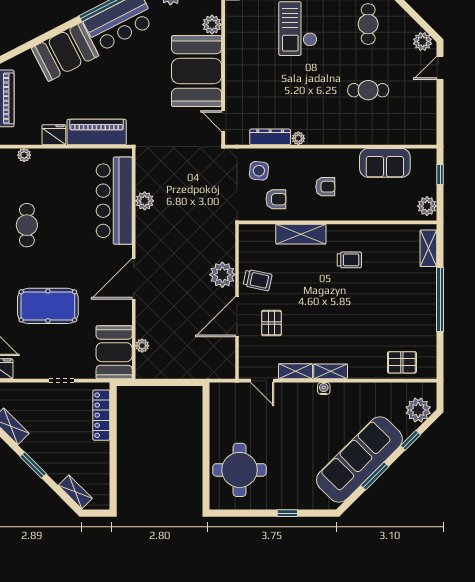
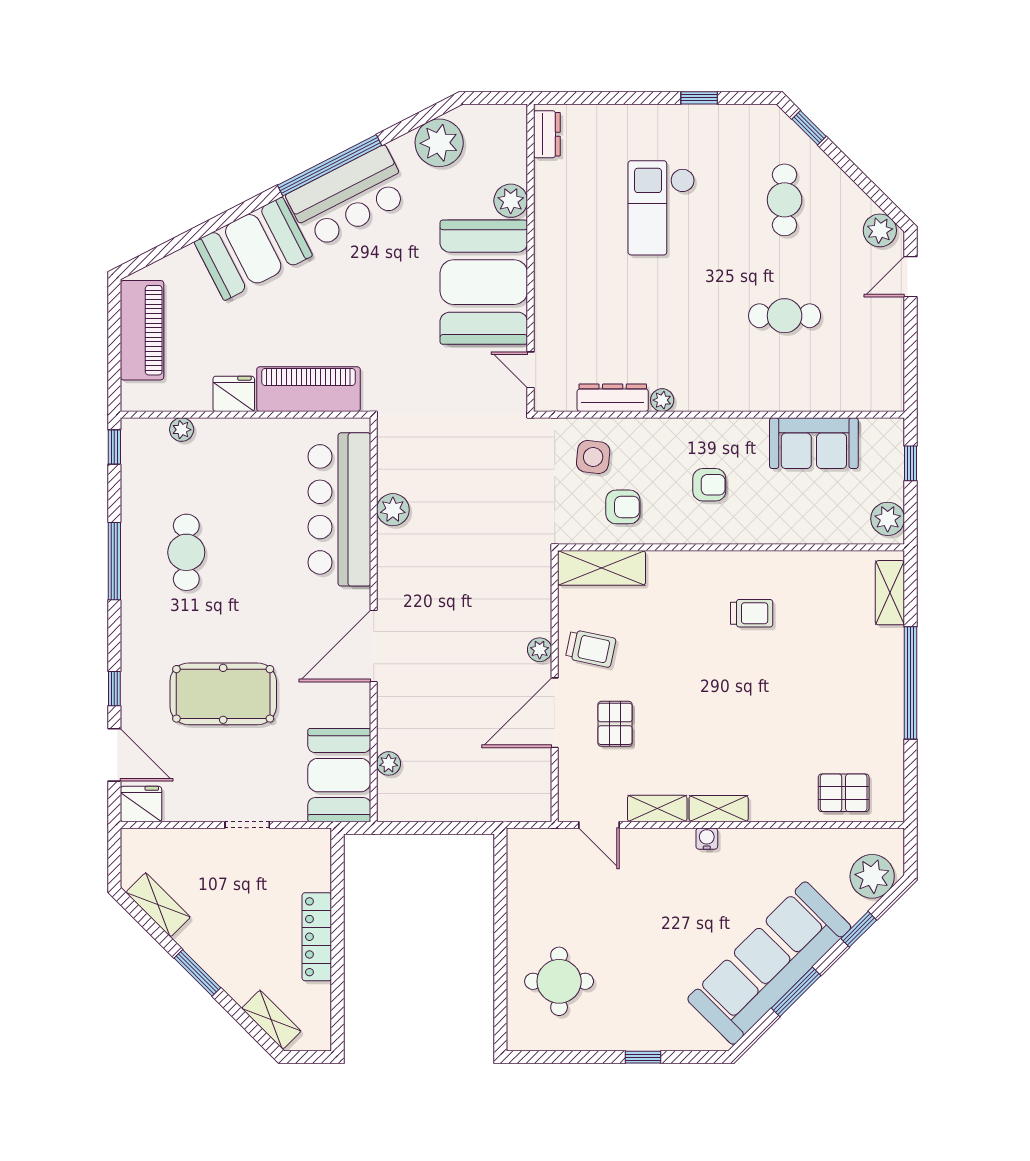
shelving: (301, 234) -> (601, 568), moved
plant: (222, 275) -> (540, 650), width x0.53, depth x0.53
locker: (101, 415) -> (317, 937), moved
round table: (240, 470) -> (559, 981), width x0.73, depth x0.73

